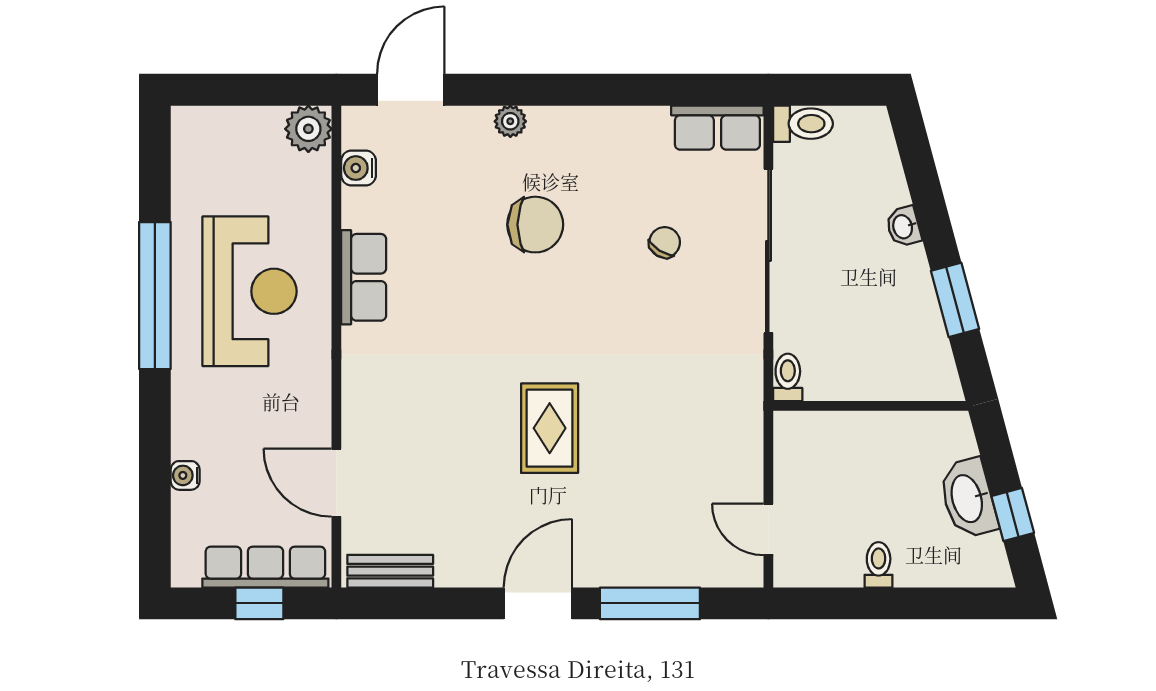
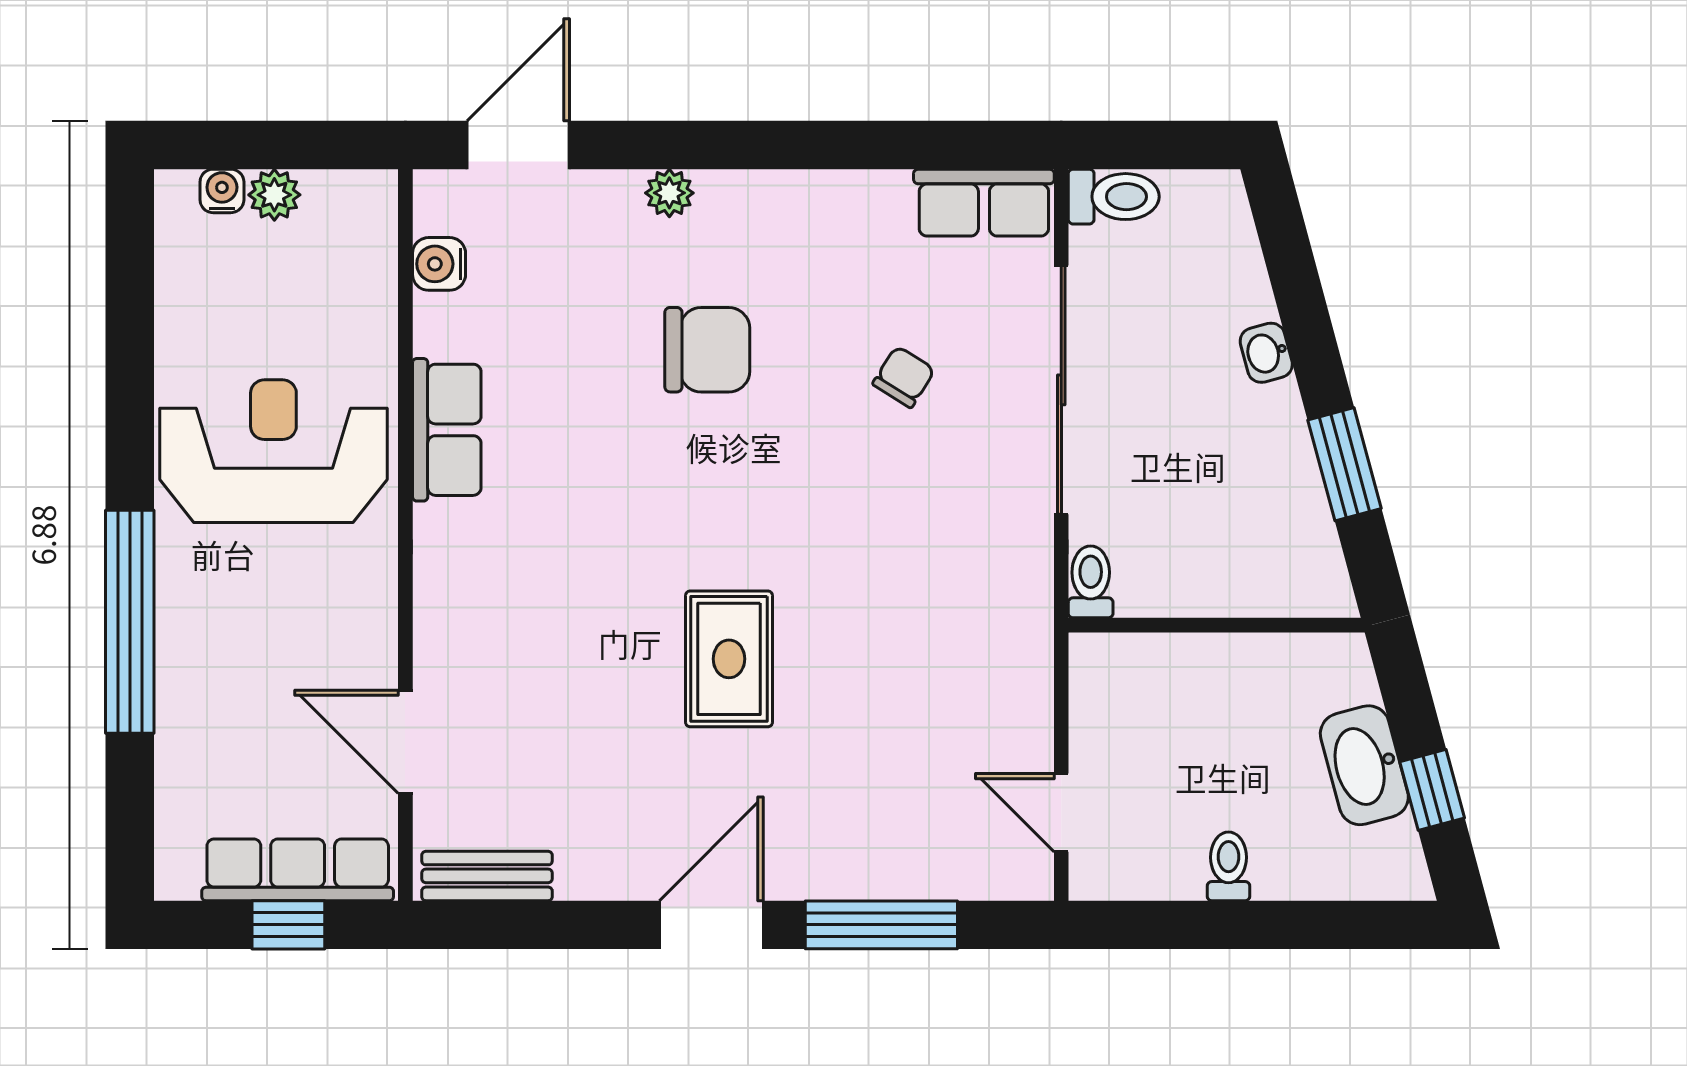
plant: (308, 129) -> (274, 195), moved, width x0.73, depth x0.73
reception desk: (249, 291) -> (273, 451), turned -90
window: (155, 296) -> (130, 622), moved
water cooler: (185, 475) -> (222, 191), moved, turned 90

